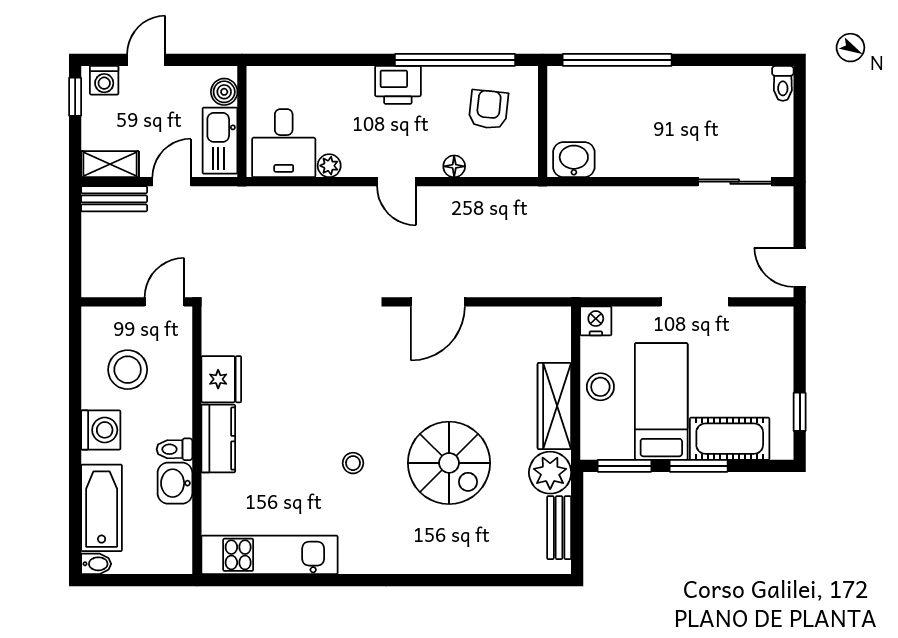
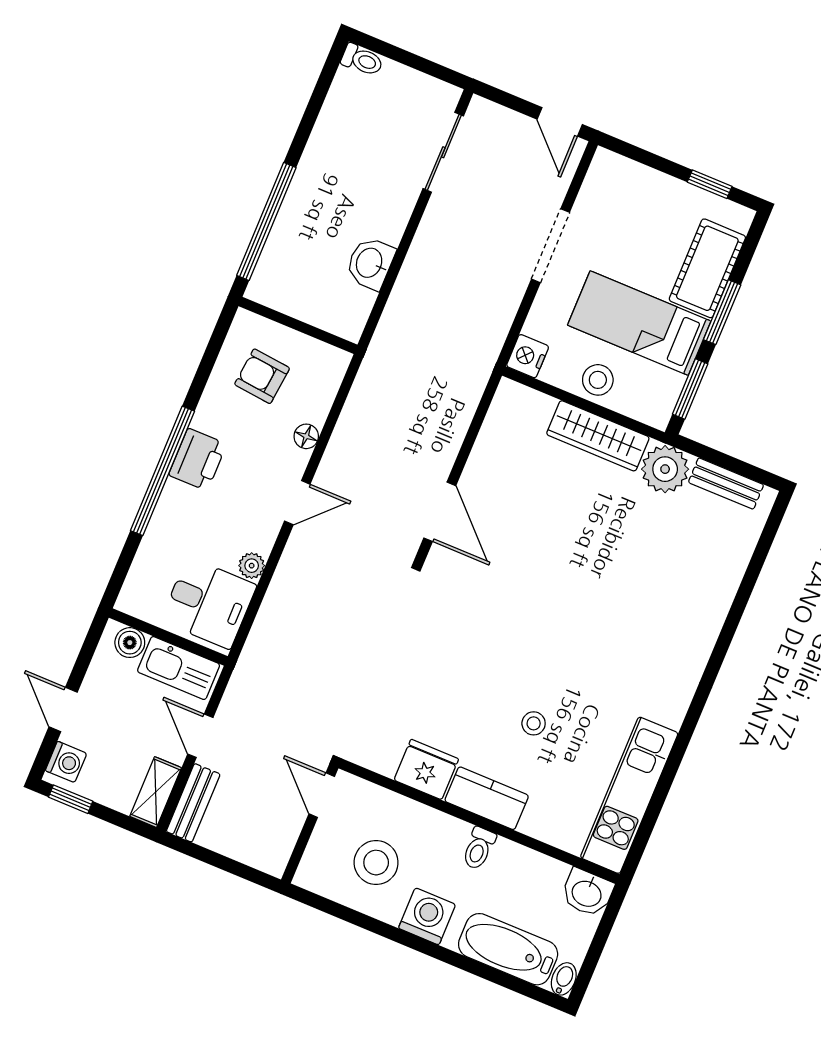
window: (455, 60) -> (163, 471), moved
washbasin: (574, 160) -> (370, 263), moved
door: (800, 267) -> (560, 122), hinge flipped
stool: (353, 463) -> (534, 723), moved
spiral stairs: (449, 463) -> (611, 570), removed
washbasin: (175, 483) -> (587, 893), moved

